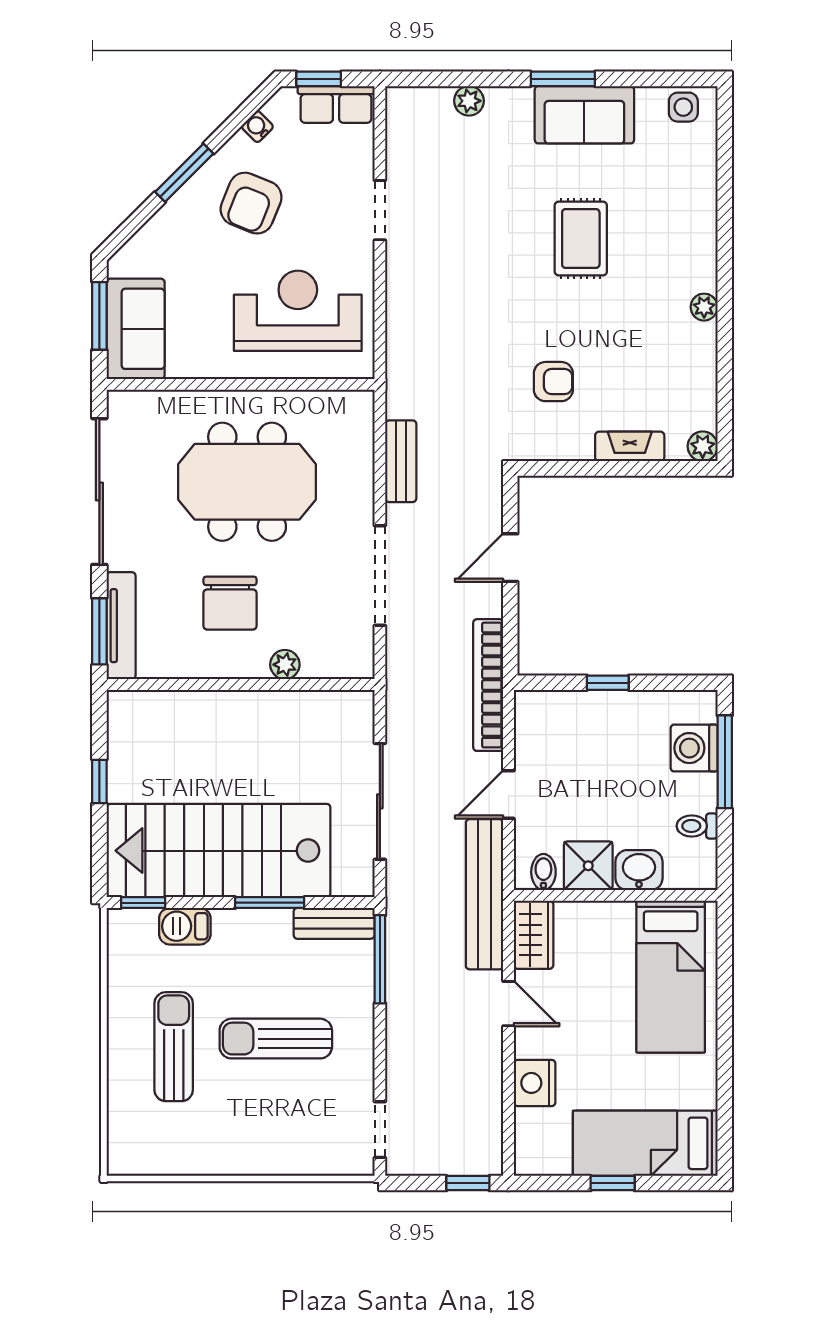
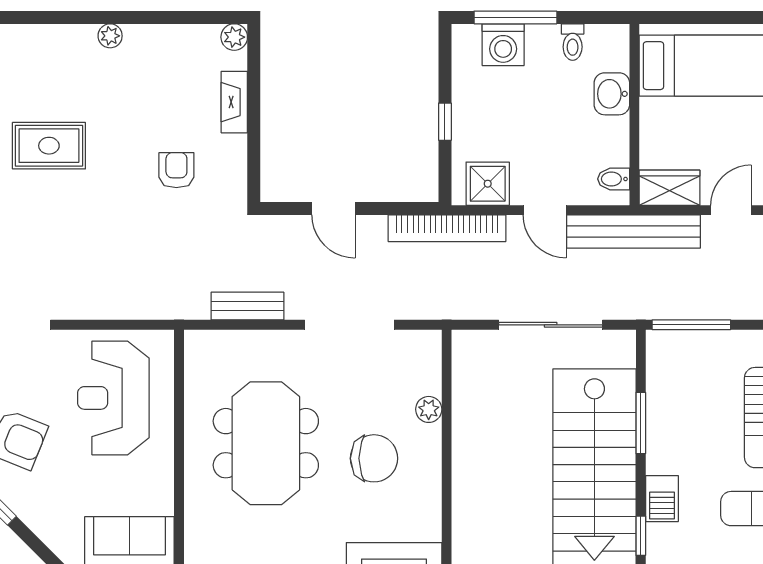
shower: (588, 866) -> (488, 184), moved
bench: (334, 923) -> (659, 366), removed

